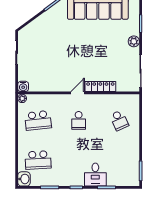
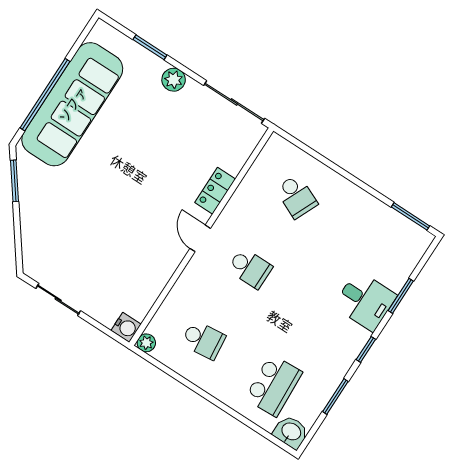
locker: (100, 87) -> (215, 191), width x0.66
school desk: (38, 120) -> (203, 340), width x0.54
school desk: (119, 120) -> (297, 196), turned 48

